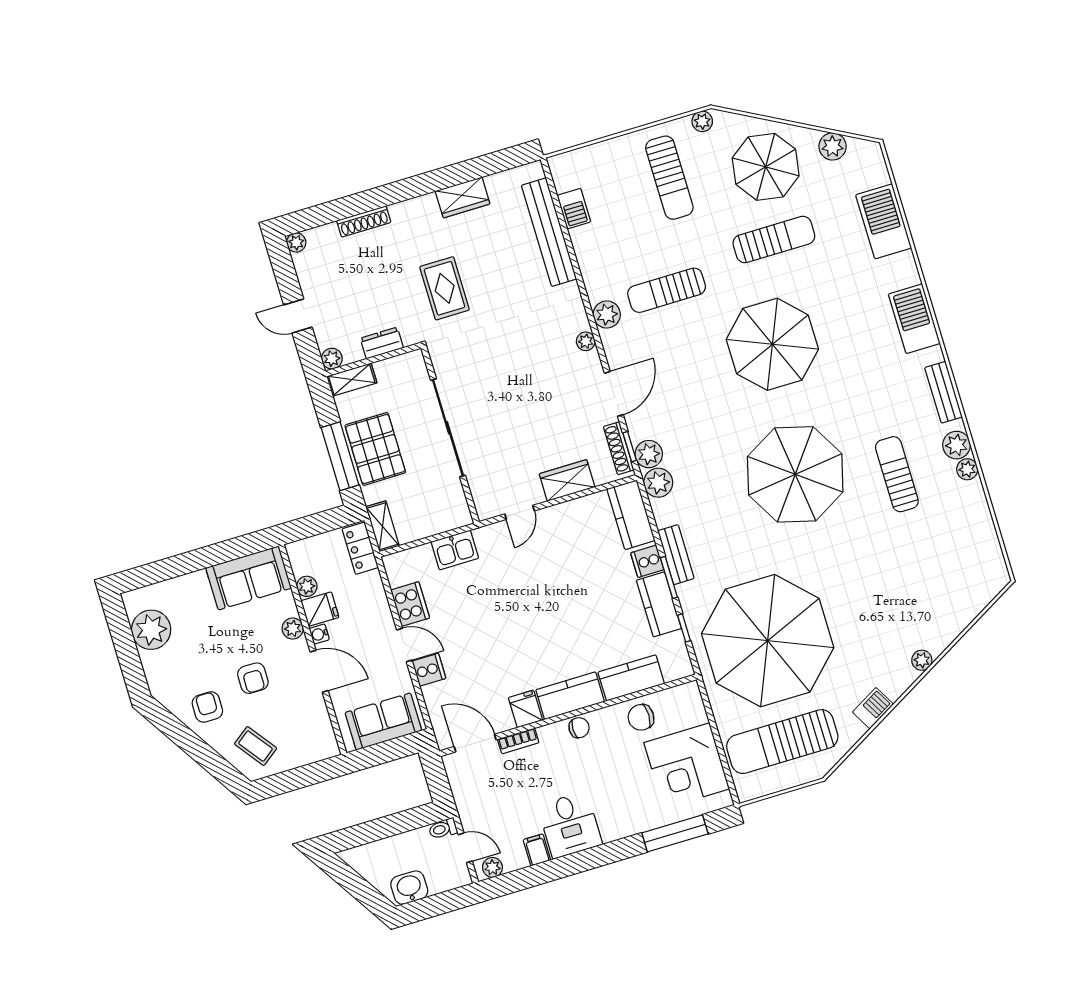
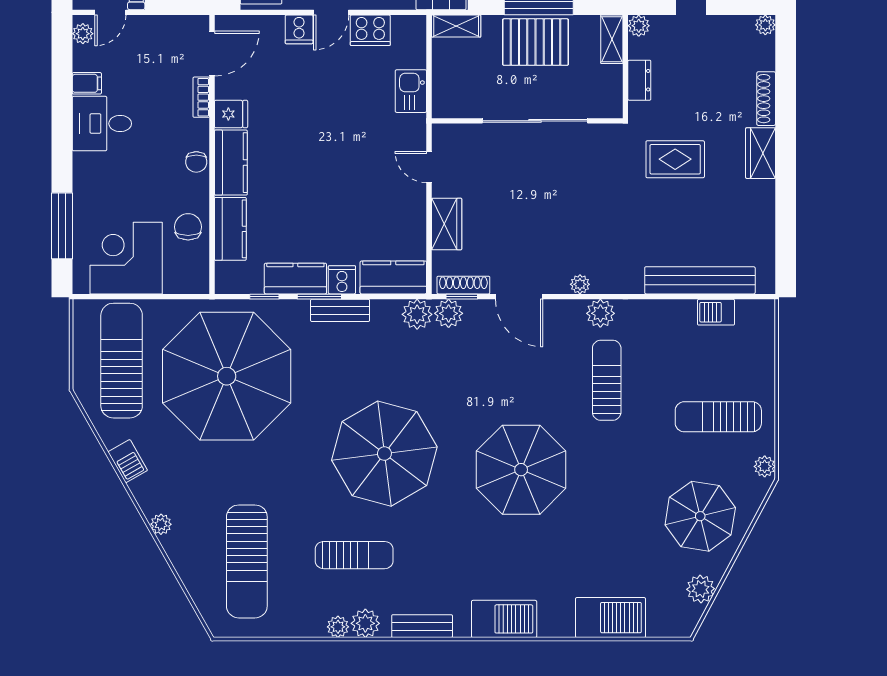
wardrobe: (463, 197) -> (760, 153), moved
sun lounger: (774, 240) -> (247, 561), moved, width x1.36, depth x1.34

